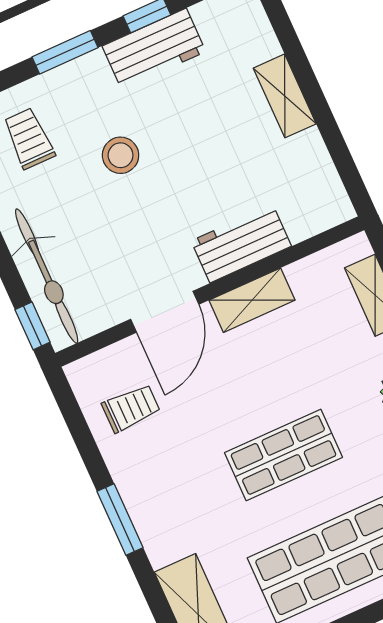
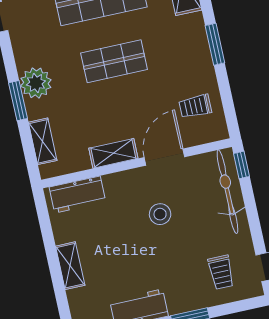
stool: (121, 155) -> (160, 214), moved
workbench: (241, 244) -> (77, 195), moved

